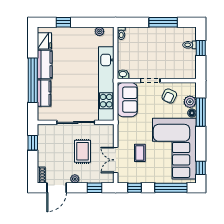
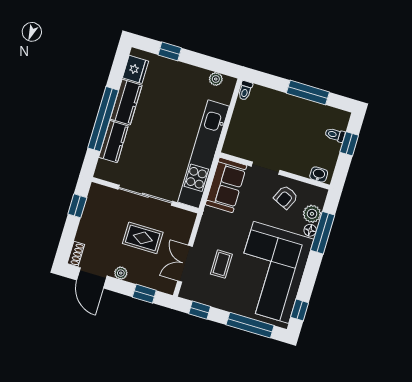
washbasin: (123, 74) -> (319, 174), moved
rug: (82, 151) -> (143, 238), turned 90
door: (57, 188) -> (92, 278), hinge flipped

